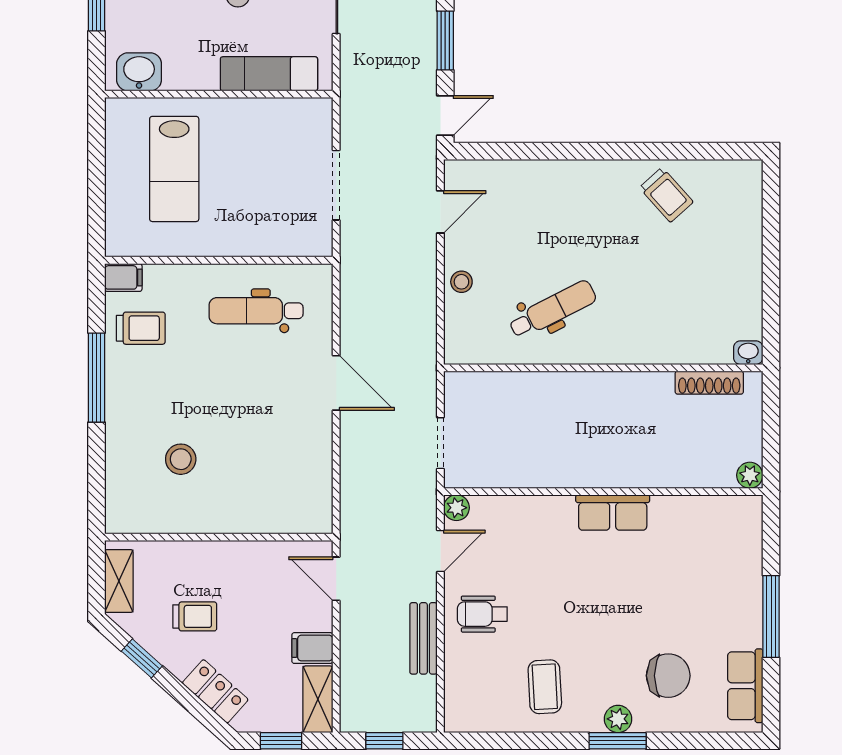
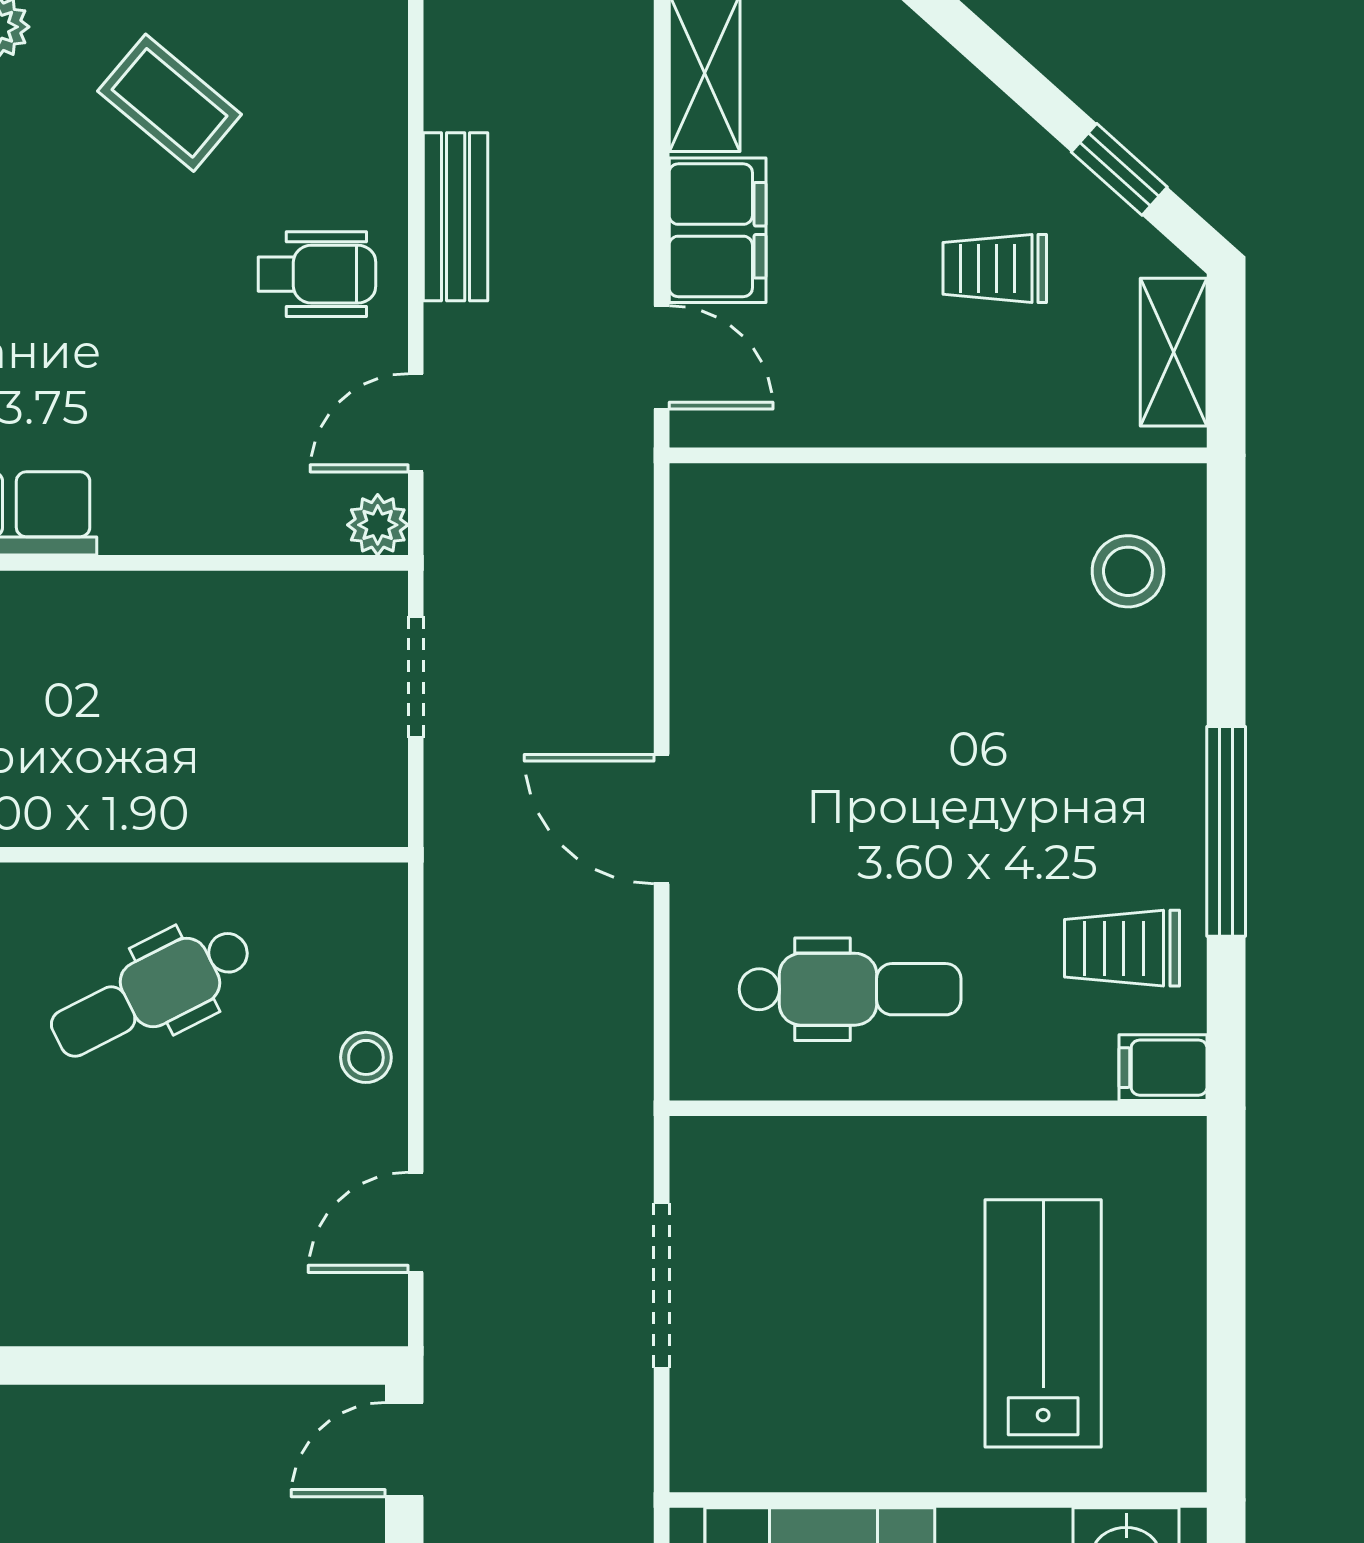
stool: (181, 459) -> (1128, 571), moved
filing cabinet: (312, 648) -> (718, 230), width x2.00
coffee table: (545, 687) -> (170, 103), turned -47
locker: (215, 691) -> (947, 92), removed

